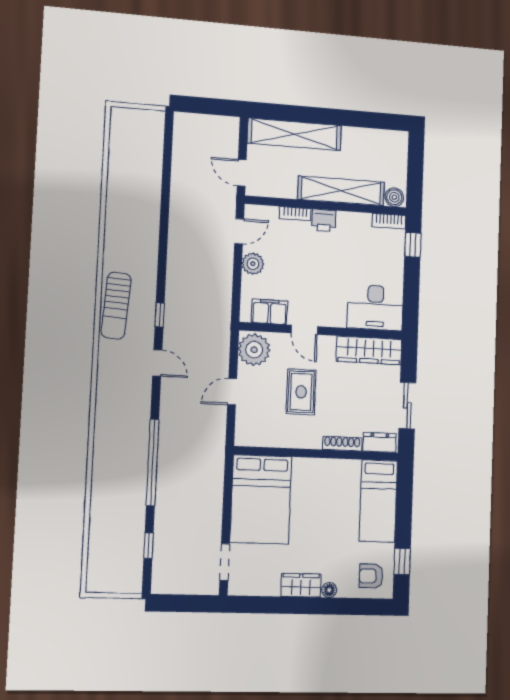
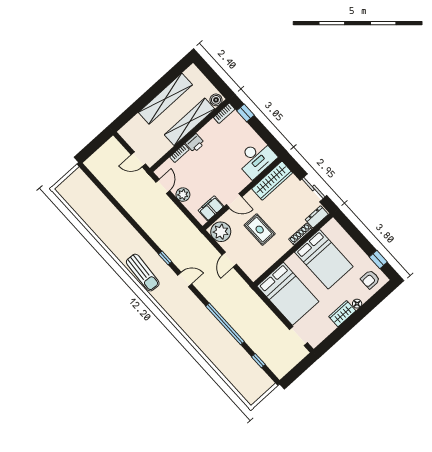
shelving: (294, 134) -> (165, 99), moved
bed: (378, 501) -> (324, 259), moved, width x1.50

